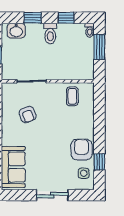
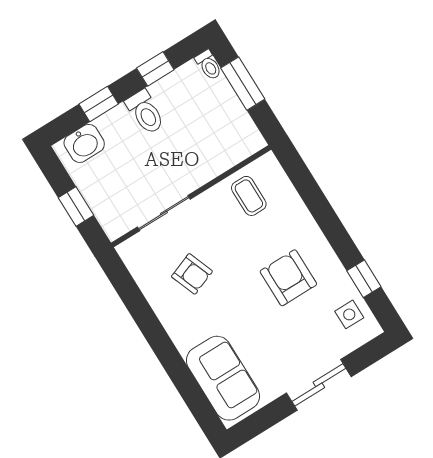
armchair: (81, 150) -> (288, 278), moved

